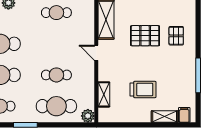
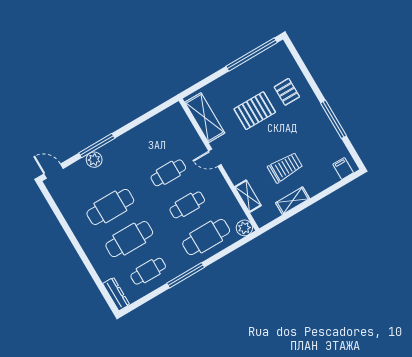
cafe table: (56, 13) -> (168, 173), moved
shelving: (165, 117) -> (293, 201), moved
window: (25, 125) -> (186, 275), width x1.44

